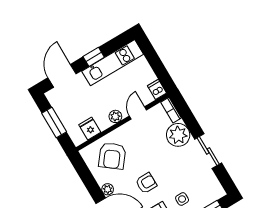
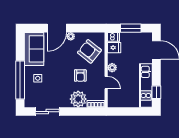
window: (94, 57) -> (156, 92), moved
dishwasher: (157, 89) -> (114, 37), moved
sliding door: (208, 151) -> (47, 112), moved
armchair: (146, 183) -> (80, 76), moved

